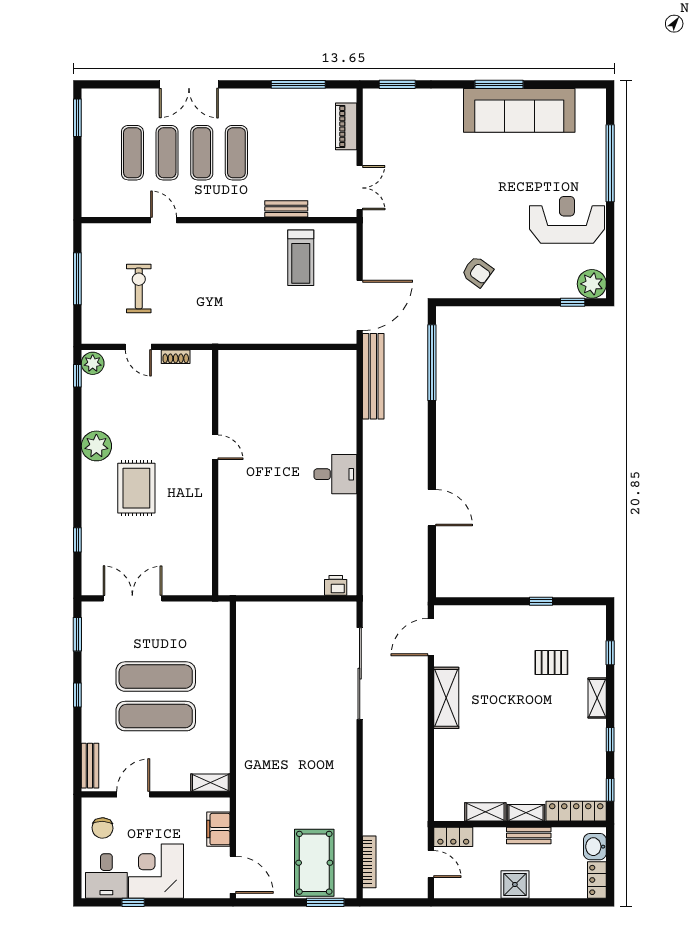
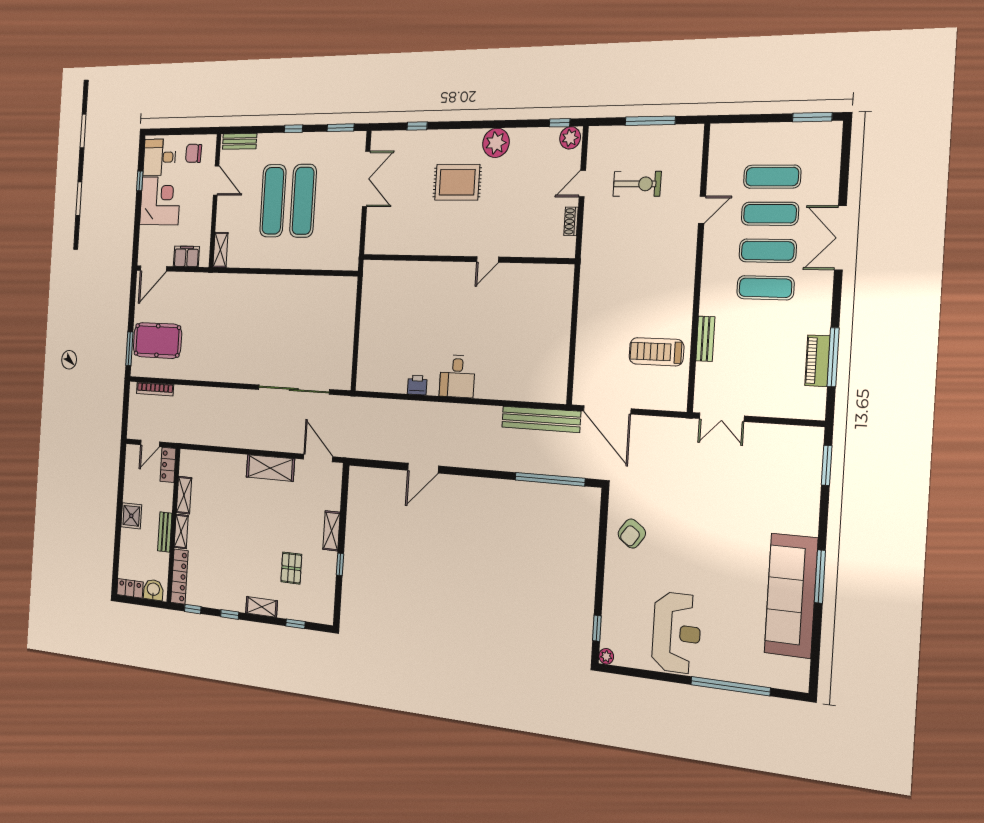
piano: (346, 126) -> (818, 361), moved, turned -90
plant: (592, 284) -> (606, 656), width x0.53, depth x0.53
printer: (336, 585) -> (417, 385), moved, turned -90
shelving: (507, 614) -> (331, 531), added

